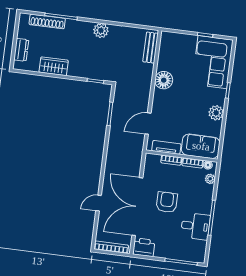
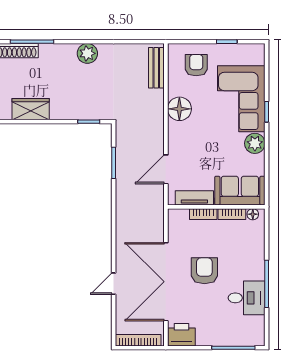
armchair: (180, 49) -> (196, 65), added
corner sofa: (213, 62) -> (241, 99), moved
plant: (210, 179) -> (258, 232), removed

